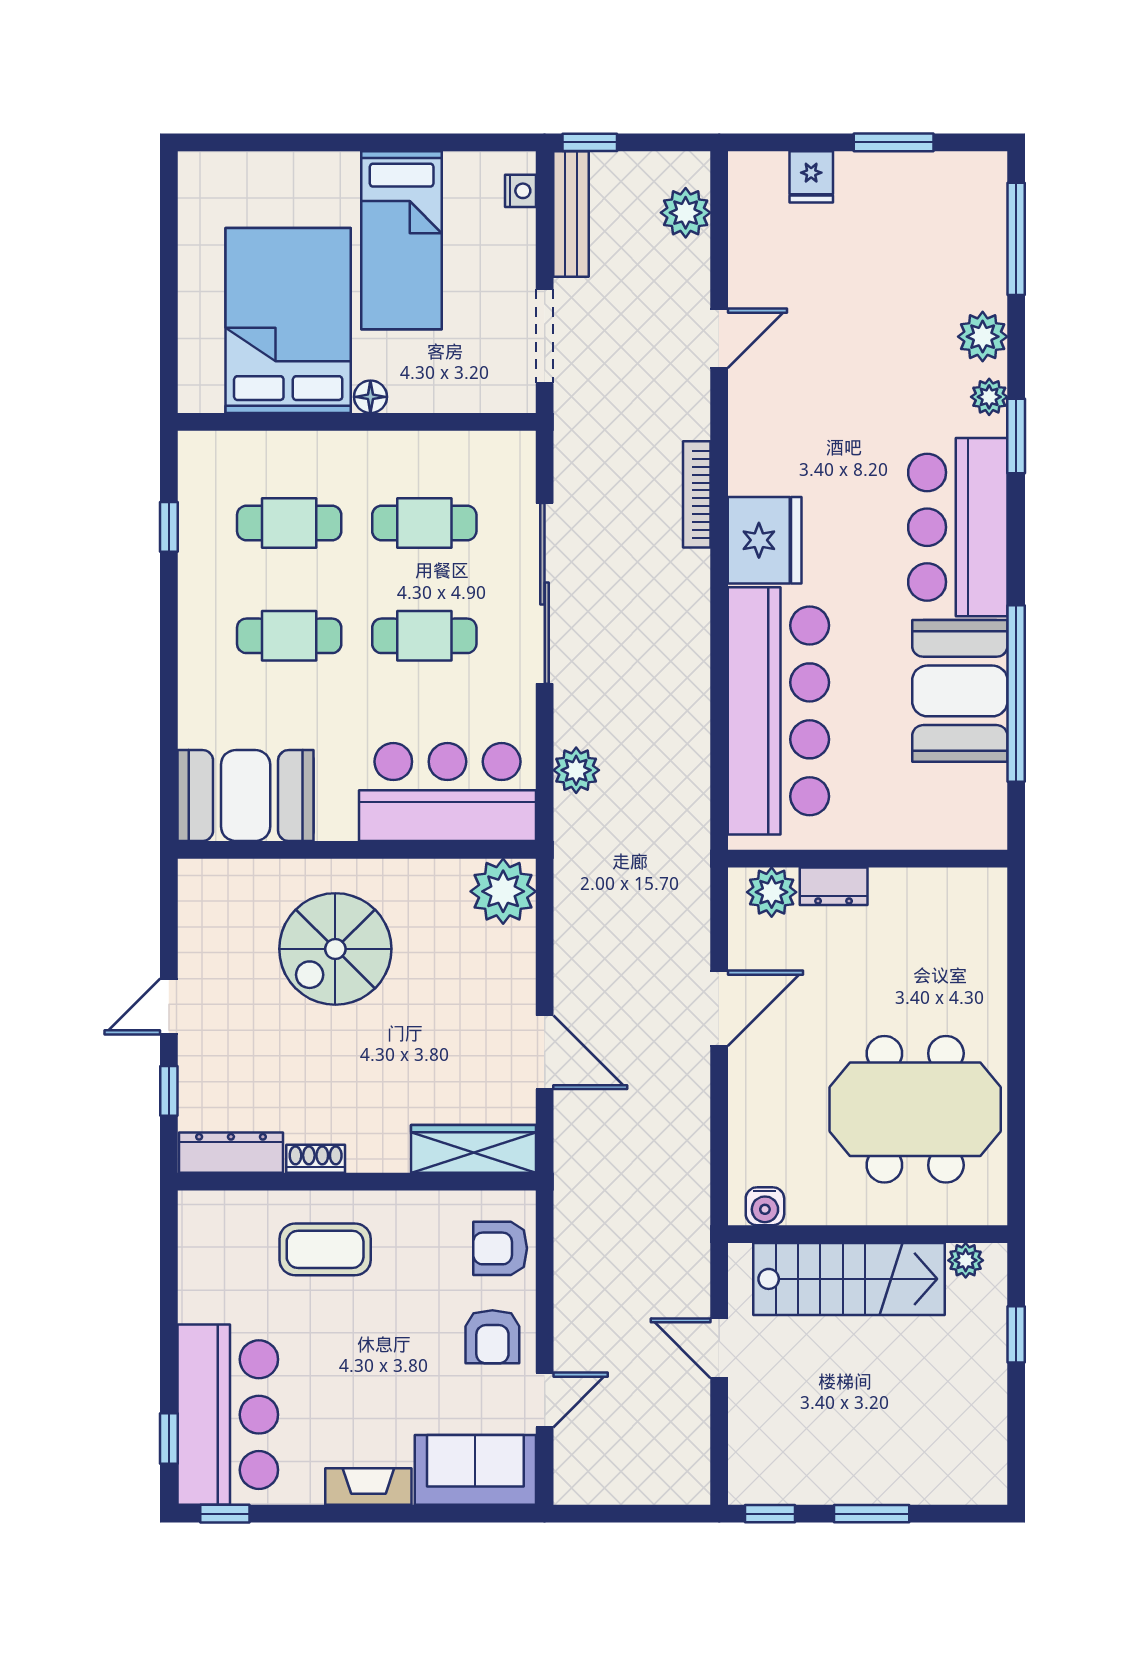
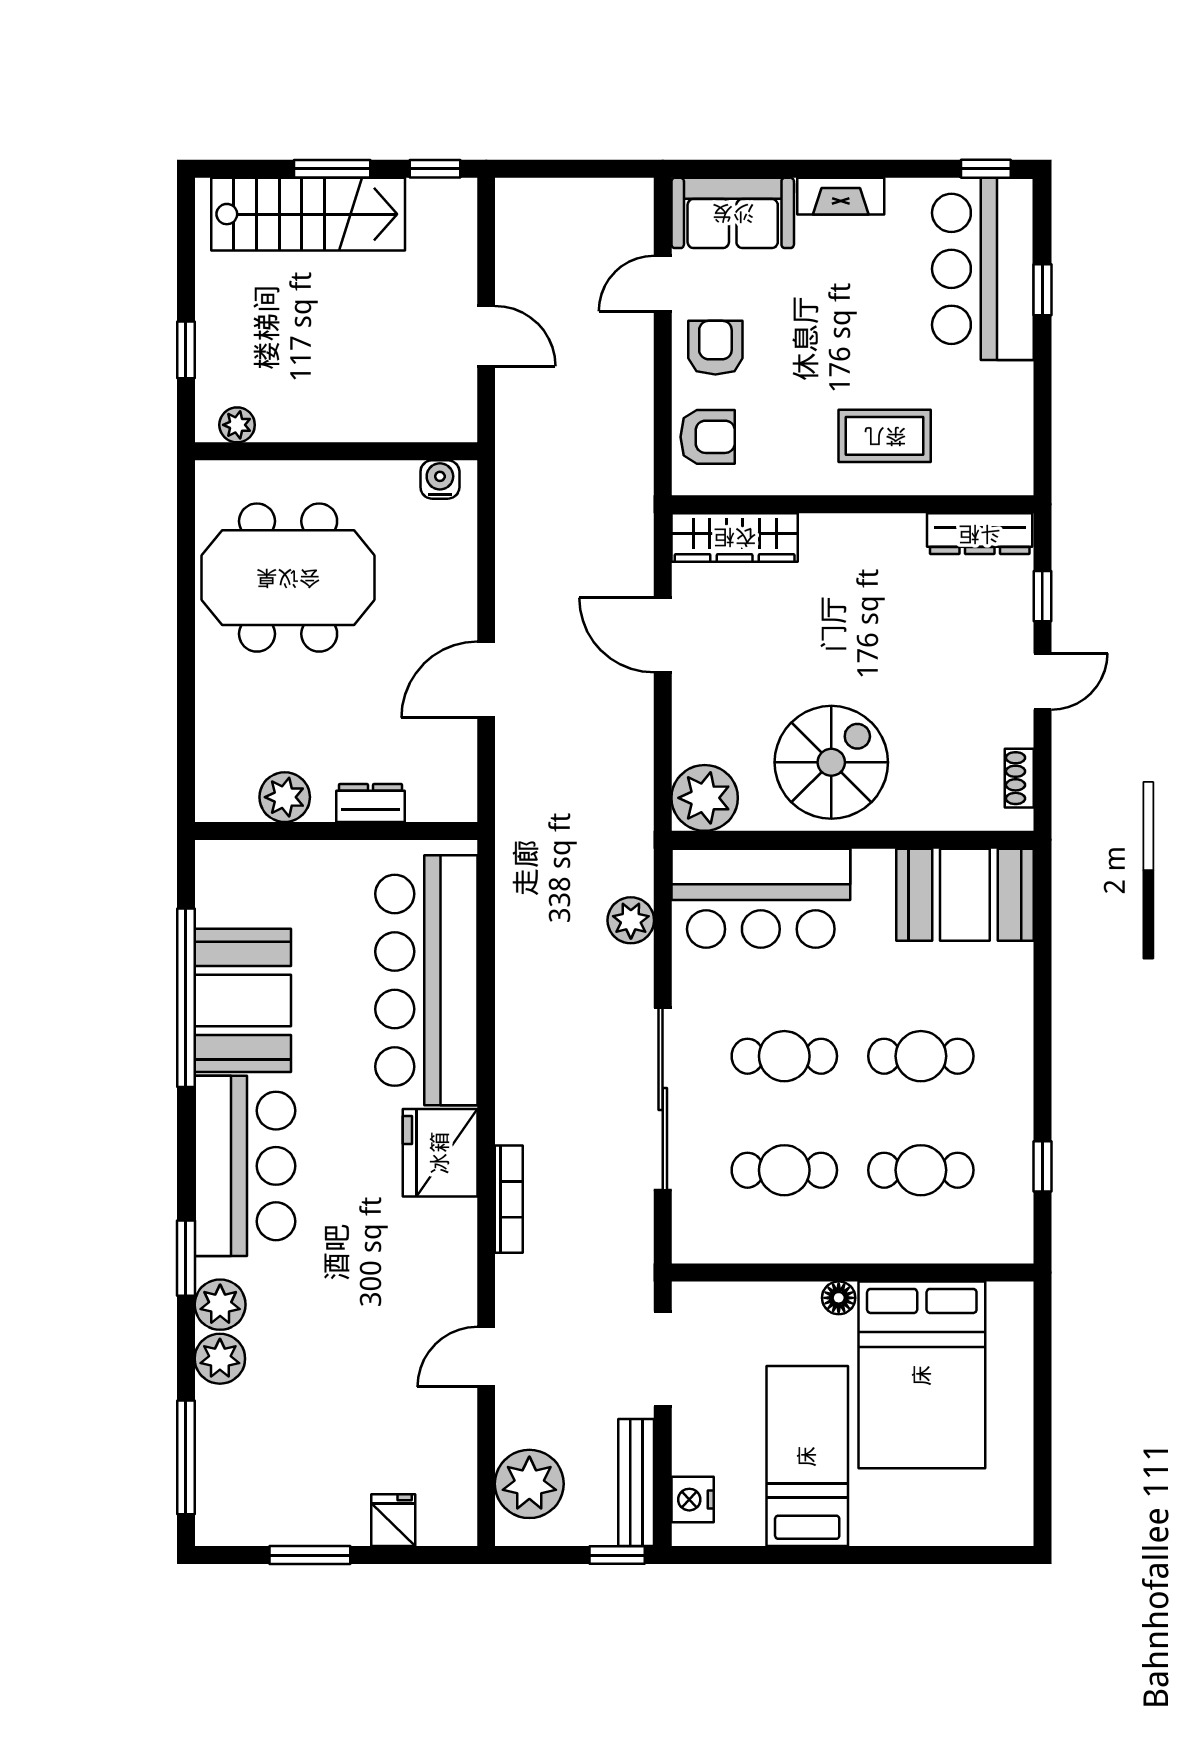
nightstand: (520, 191) -> (693, 1500), width x1.39, depth x1.35
plant: (686, 213) -> (529, 1484), width x1.36, depth x1.36
plant: (989, 397) -> (220, 1305), width x1.38, depth x1.38
plant: (772, 892) -> (285, 797), moved
spiral stairs: (335, 949) -> (831, 762), moved
shoe rack: (316, 1159) -> (1019, 778), moved, turned 90
stairs: (849, 1279) -> (308, 214), moved, turned 180
window: (169, 1438) -> (1042, 290), moved

